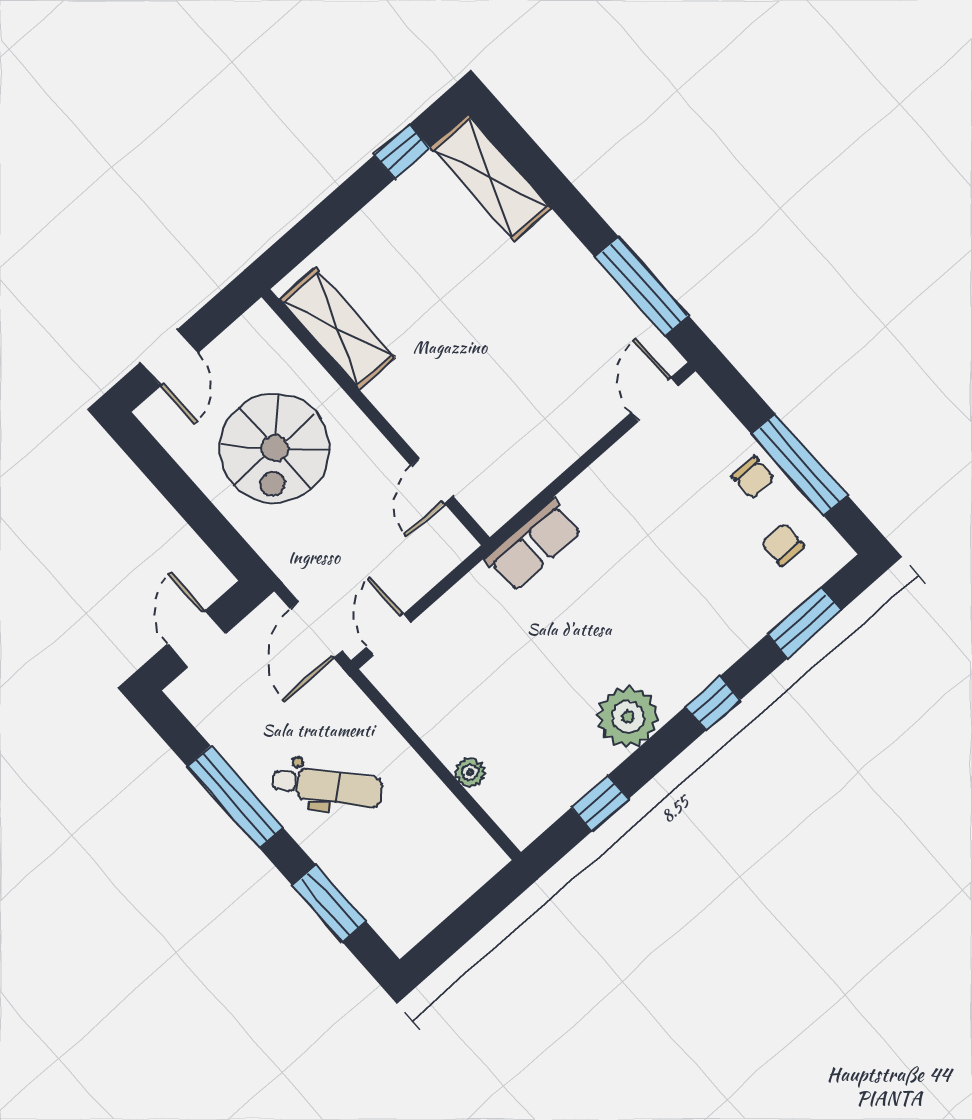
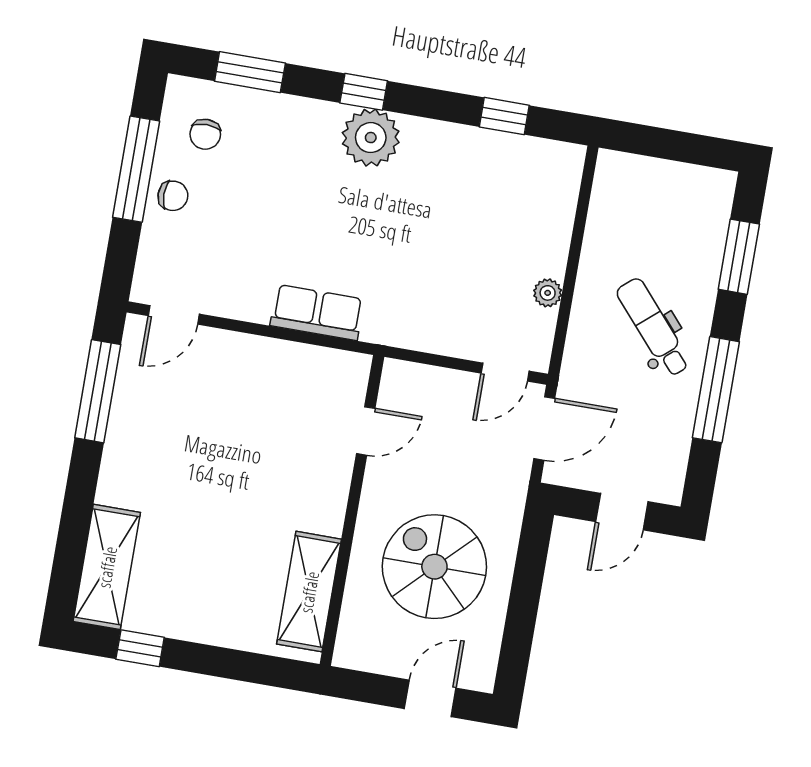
spiral stairs: (275, 448) -> (434, 567), turned -90
chair: (753, 477) -> (173, 196), turned 90
row of seats: (533, 545) -> (317, 312), moved
plant: (628, 717) -> (371, 138), moved
plant: (470, 772) -> (548, 293), moved

